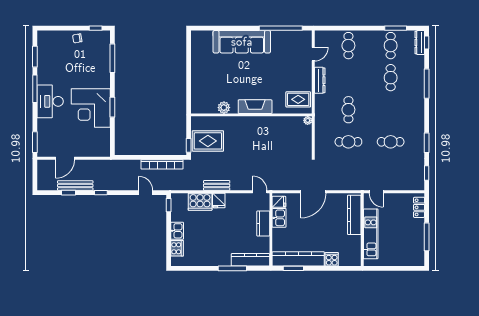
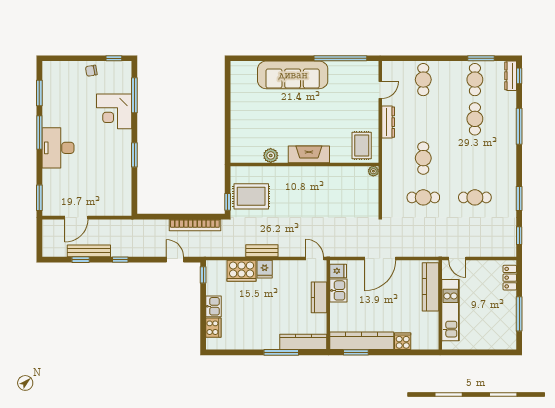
rug: (298, 99) -> (362, 145), turned 90
corner desk: (91, 108) -> (114, 111), moved, width x0.74, depth x0.74

